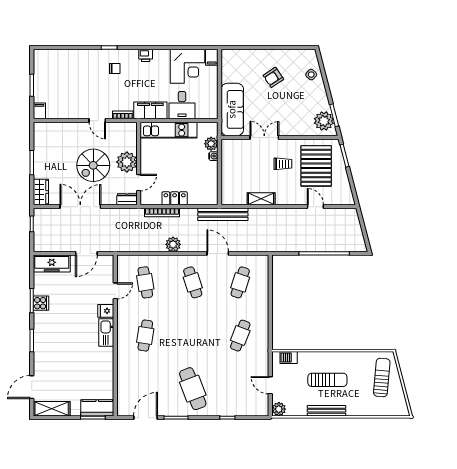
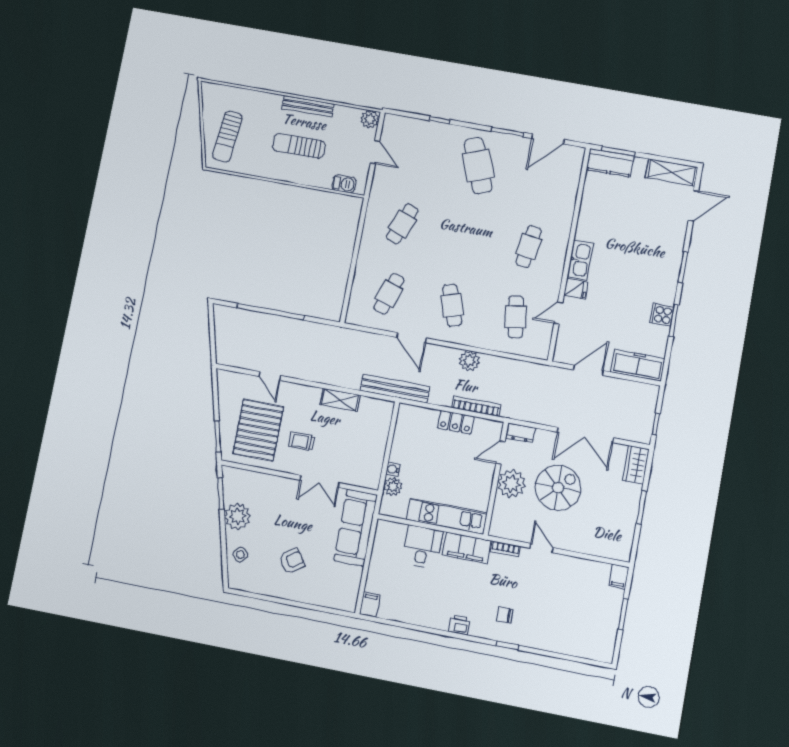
corner desk: (187, 66) -> (405, 599), removed
plant: (324, 121) -> (238, 516), moved

